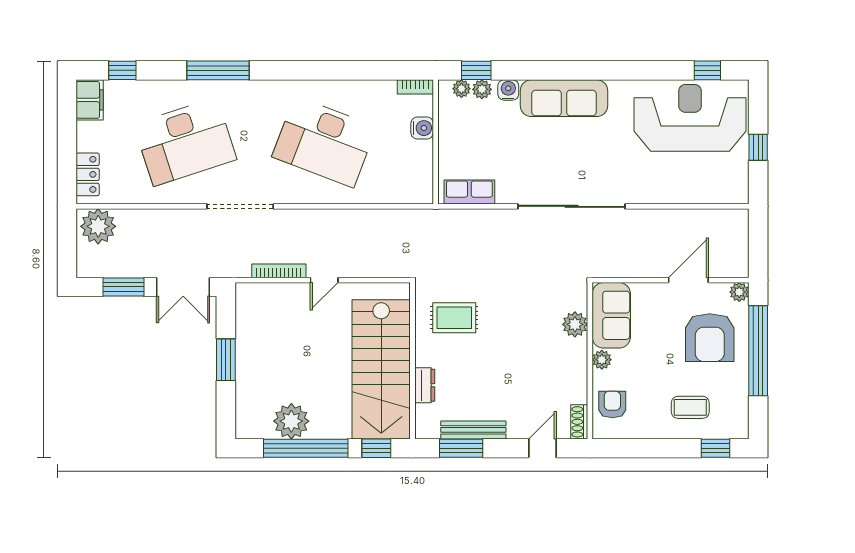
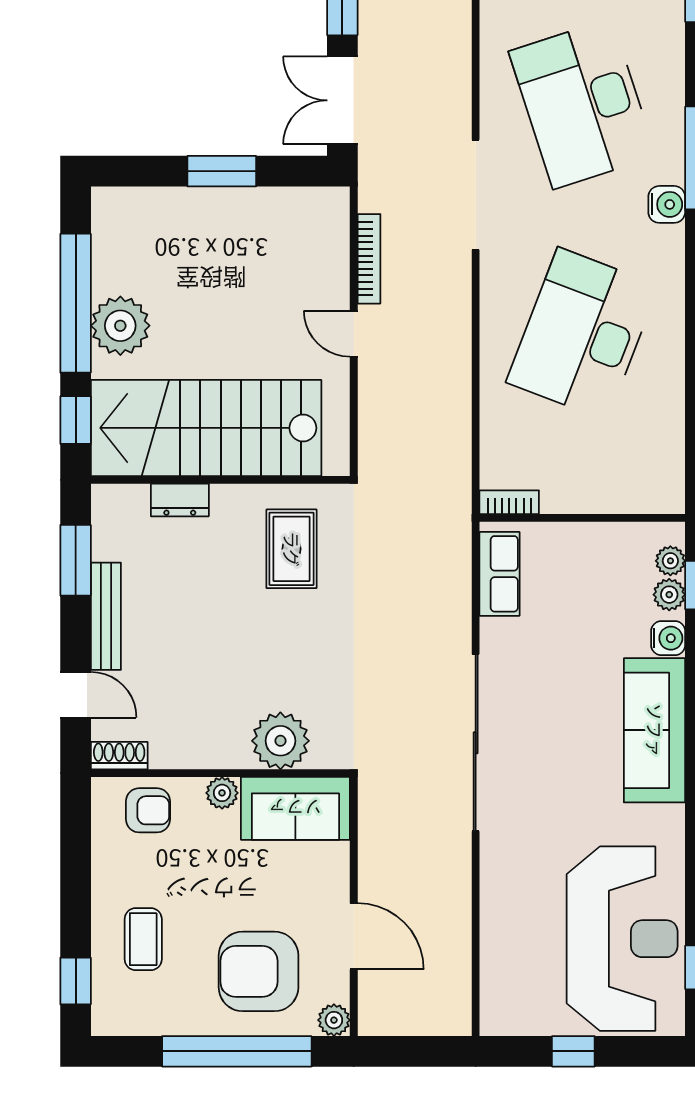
bookcase: (415, 87) -> (509, 502), moved, turned 90
water cooler: (422, 128) -> (667, 204), moved, turned -90
plant: (575, 324) -> (280, 741), width x1.36, depth x1.36
plant: (291, 421) -> (120, 326), moved
bench: (473, 430) -> (106, 616), moved

